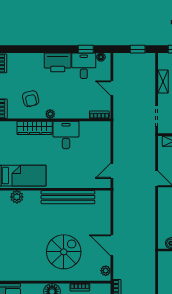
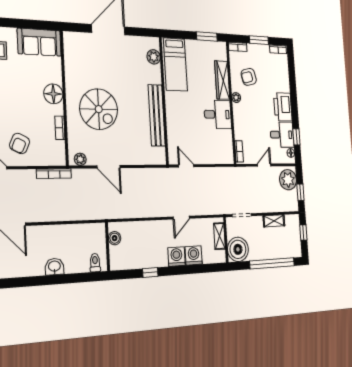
plant: (126, 62) -> (288, 180), added
door: (112, 245) -> (109, 167), swing flipped

